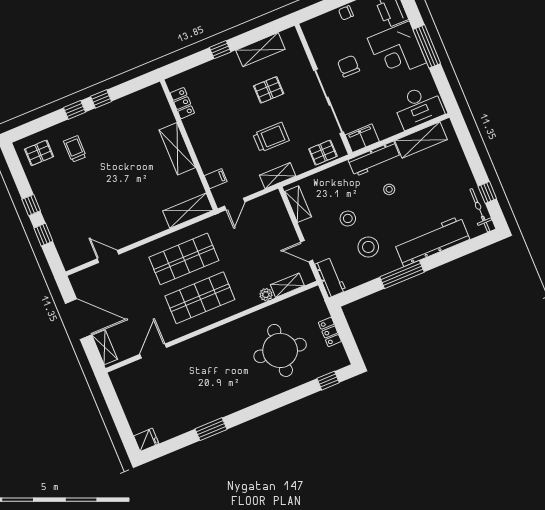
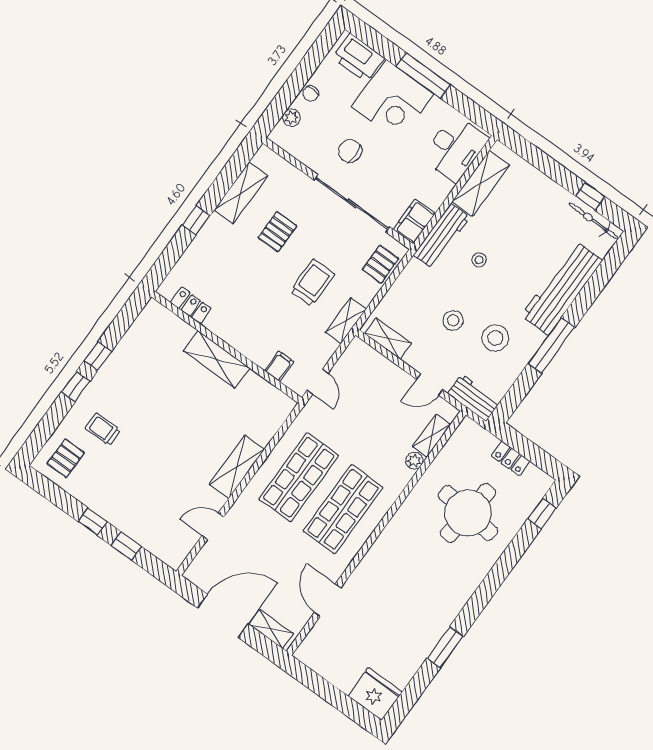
plant: (324, 21) -> (291, 118), added
shelving: (188, 211) -> (237, 467), moved
fridge: (146, 440) -> (375, 694), width x1.88, depth x1.34

